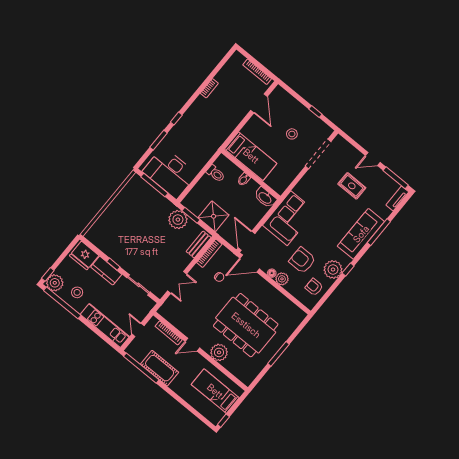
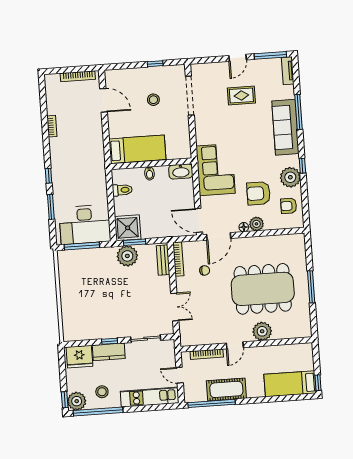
shower: (214, 216) -> (128, 228), moved
bed: (215, 391) -> (290, 384), moved

